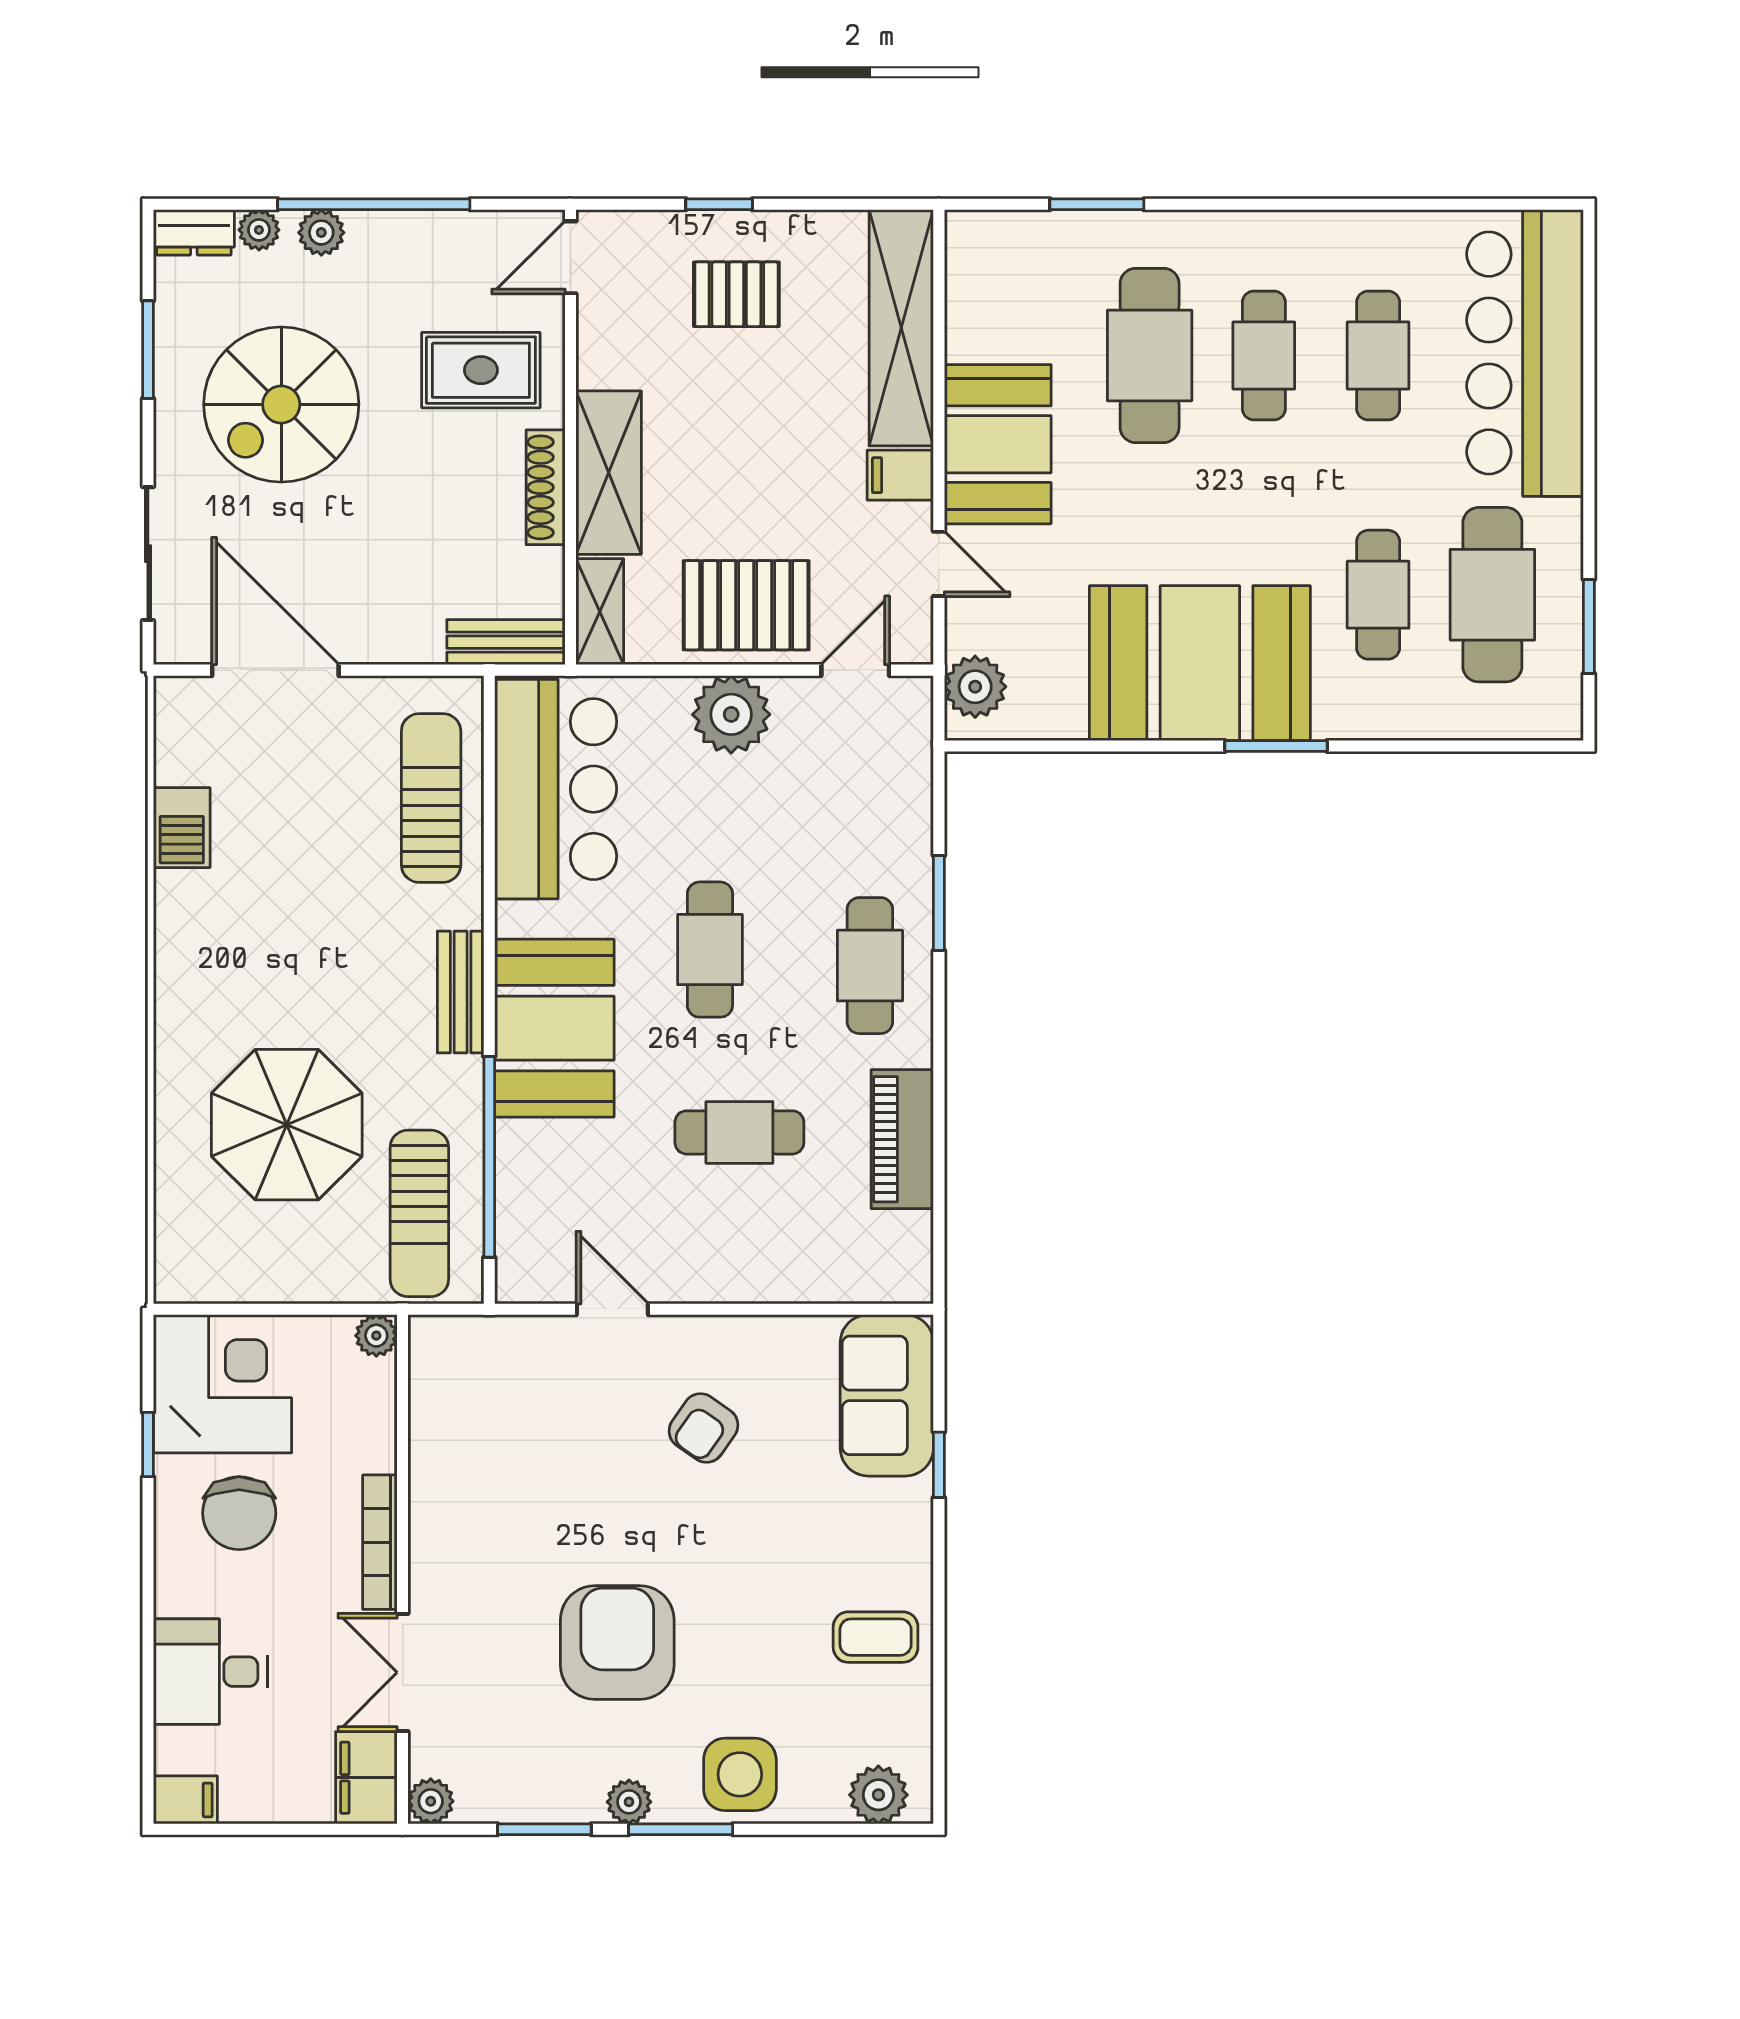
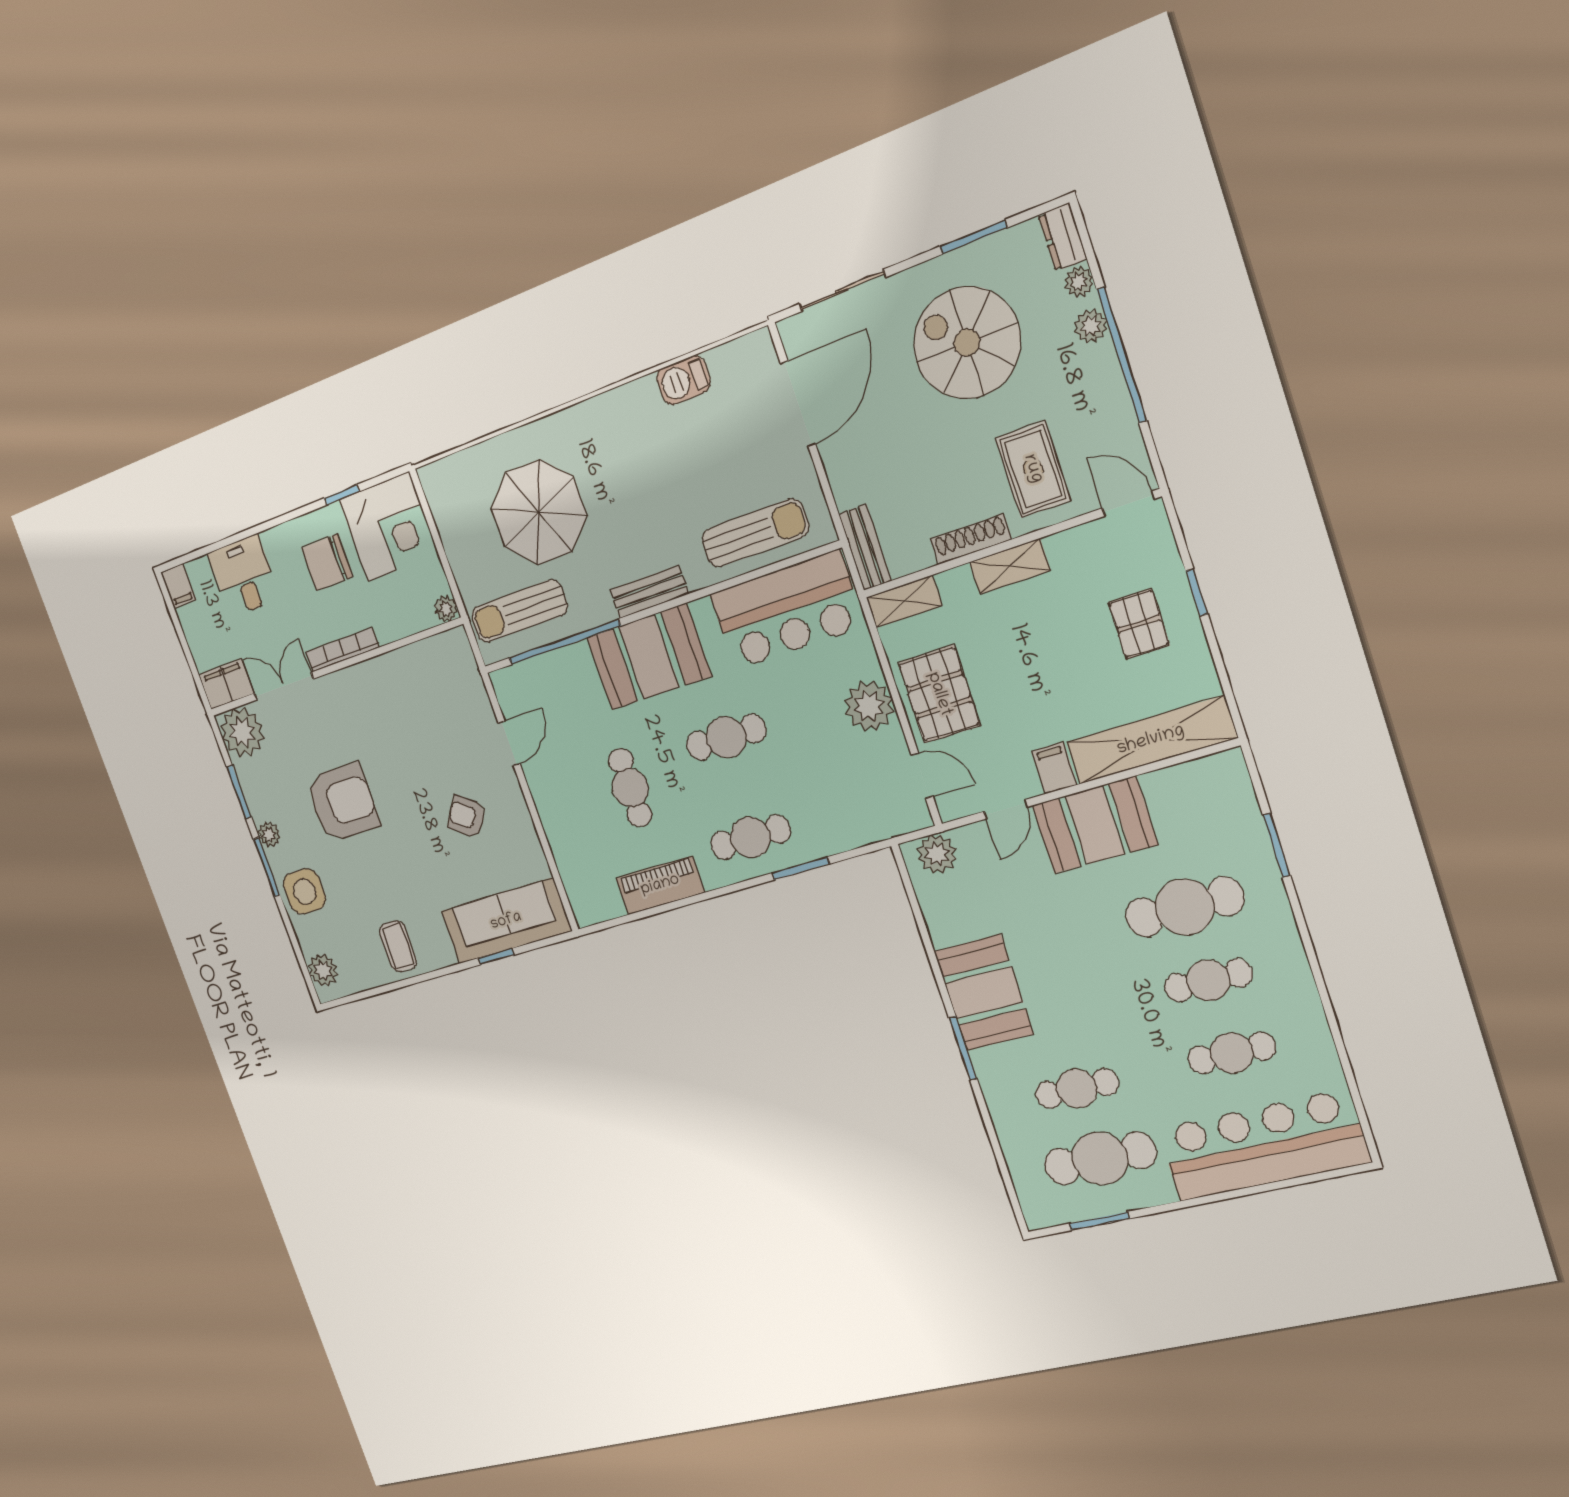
shelving: (609, 473) -> (1010, 566), width x0.67, depth x0.75
booth: (1200, 663) -> (984, 993), width x0.73, depth x0.70
sofa: (887, 1395) -> (506, 921), width x1.36
plant: (431, 1801) -> (242, 732), width x1.87, depth x1.87

